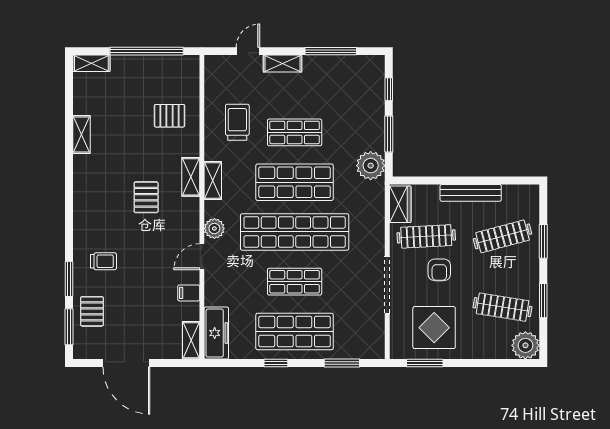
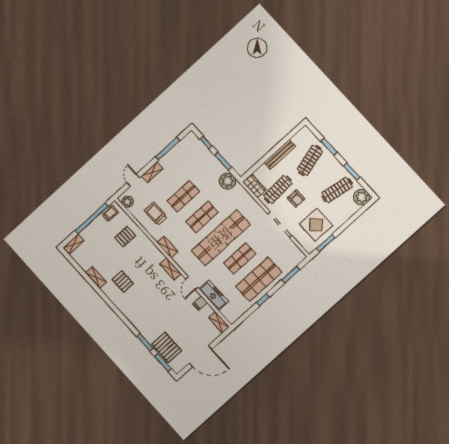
shelving: (191, 177) -> (170, 269), moved
shop shelf: (295, 182) -> (202, 217), width x0.70, depth x0.74
pallet: (146, 197) -> (123, 282), moved
plant: (214, 228) -> (128, 202), moved
trolley: (103, 261) -> (110, 214), moved
pallet: (92, 311) -> (167, 347), width x1.50, depth x1.42
freezer: (216, 333) -> (214, 295), moved

